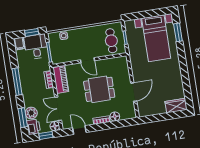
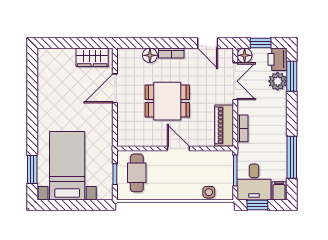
window: (17, 82) -> (292, 157), moved
wardrobe: (176, 106) -> (92, 57), moved

